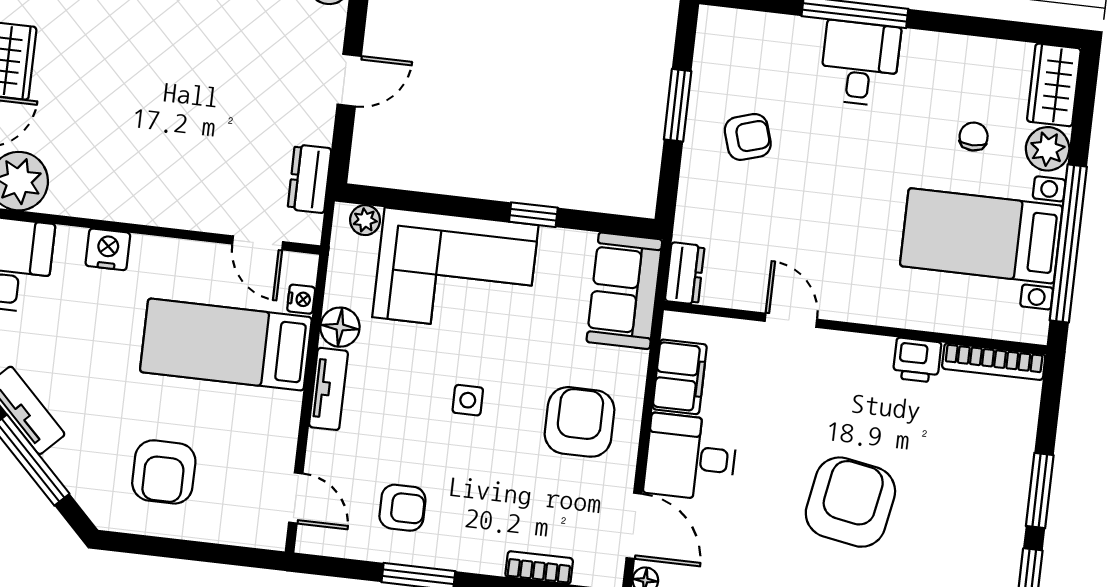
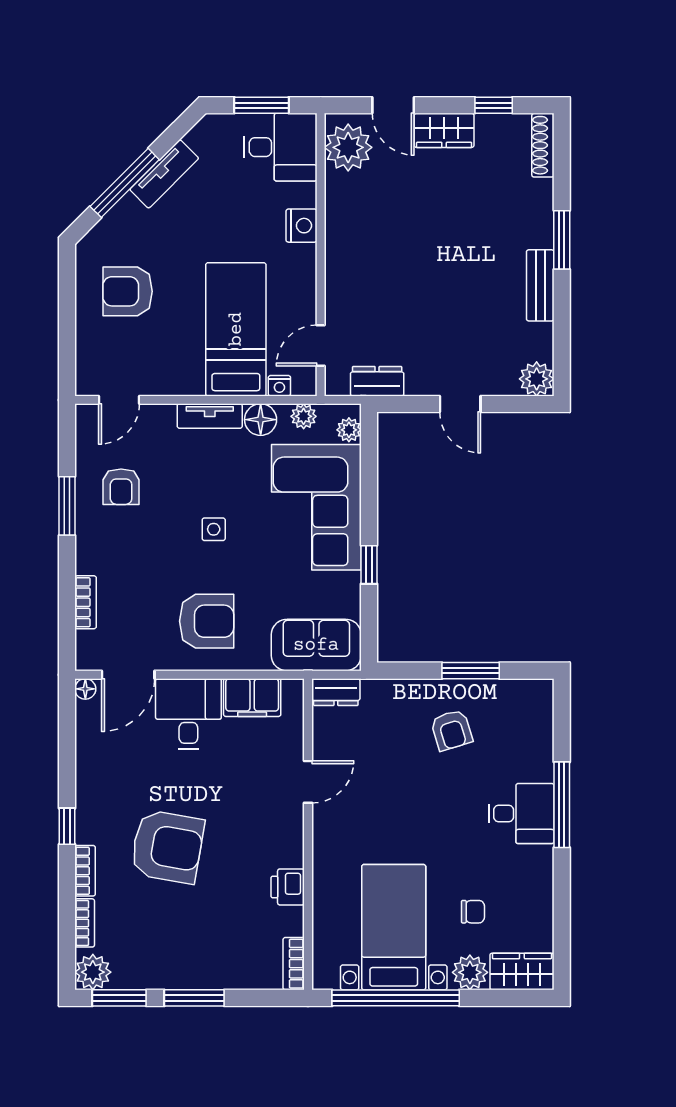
plant: (342, 274) -> (304, 416), added
bookcase: (994, 362) -> (294, 964), width x0.64

